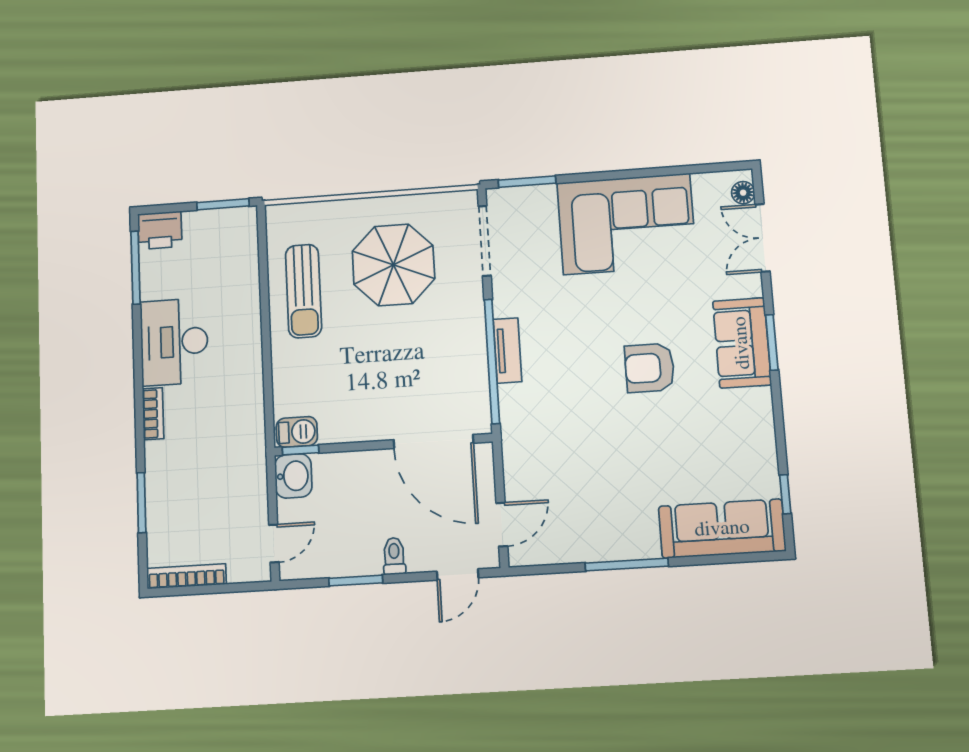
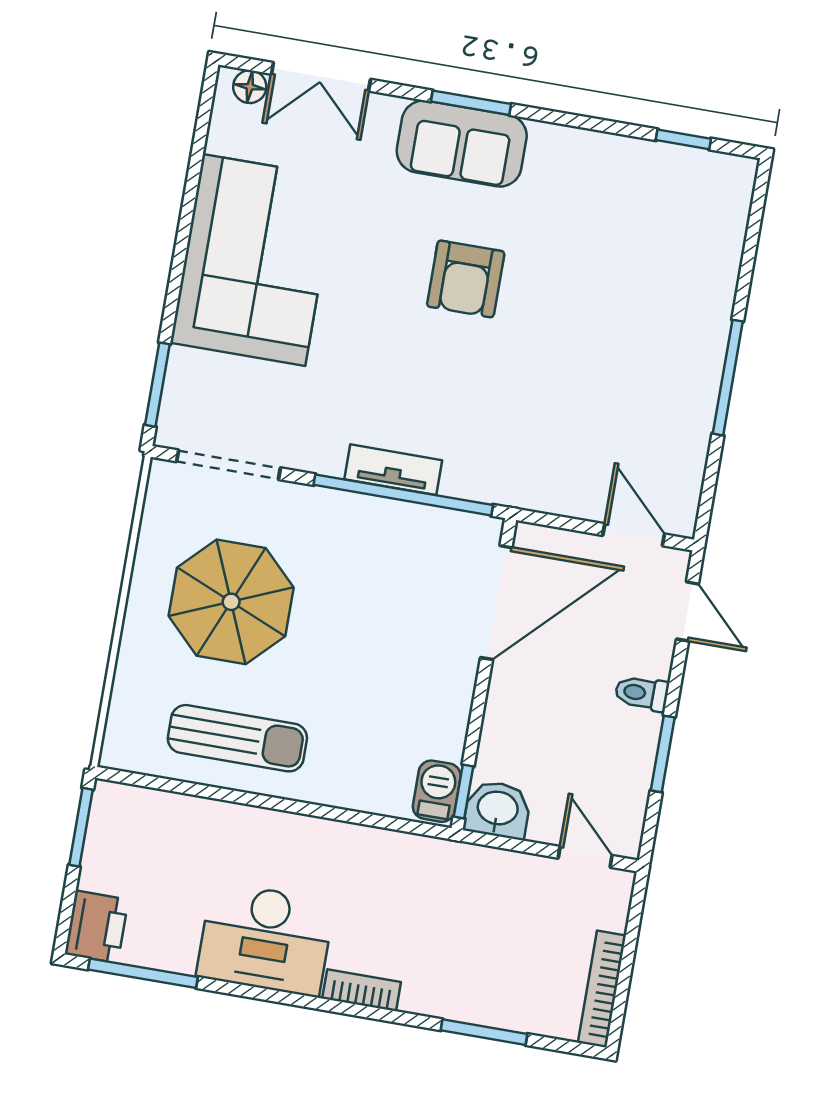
sofa: (722, 529) -> (710, 237), removed

